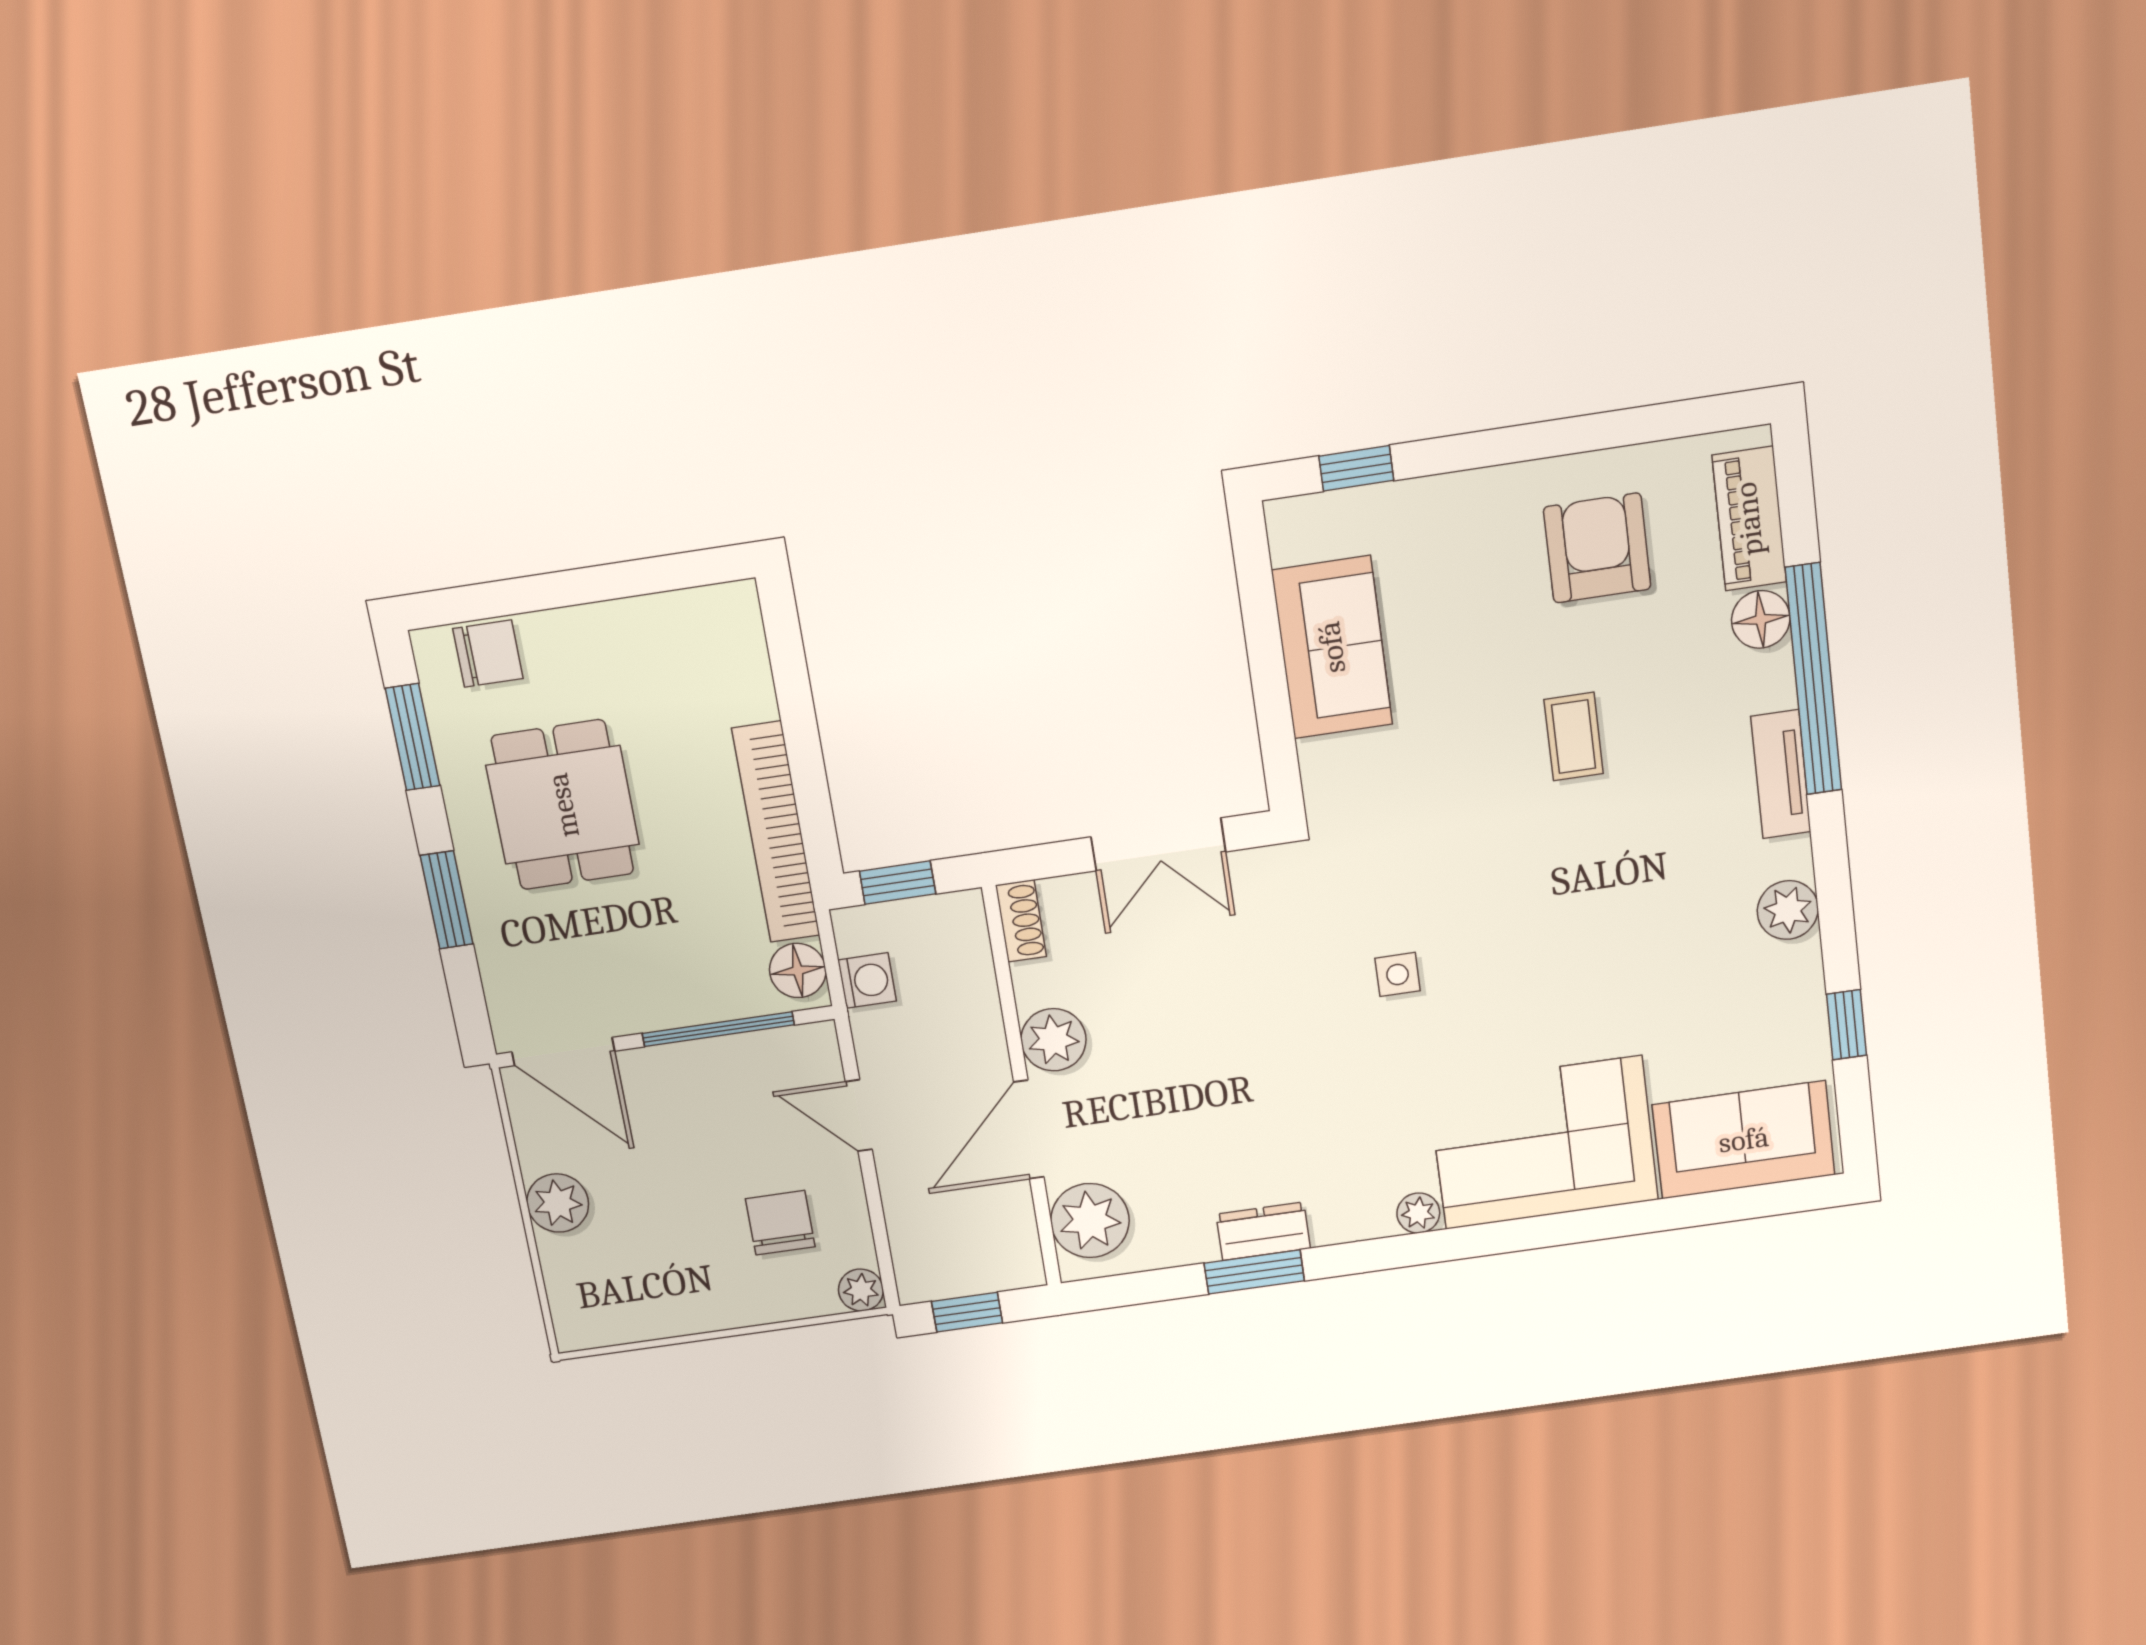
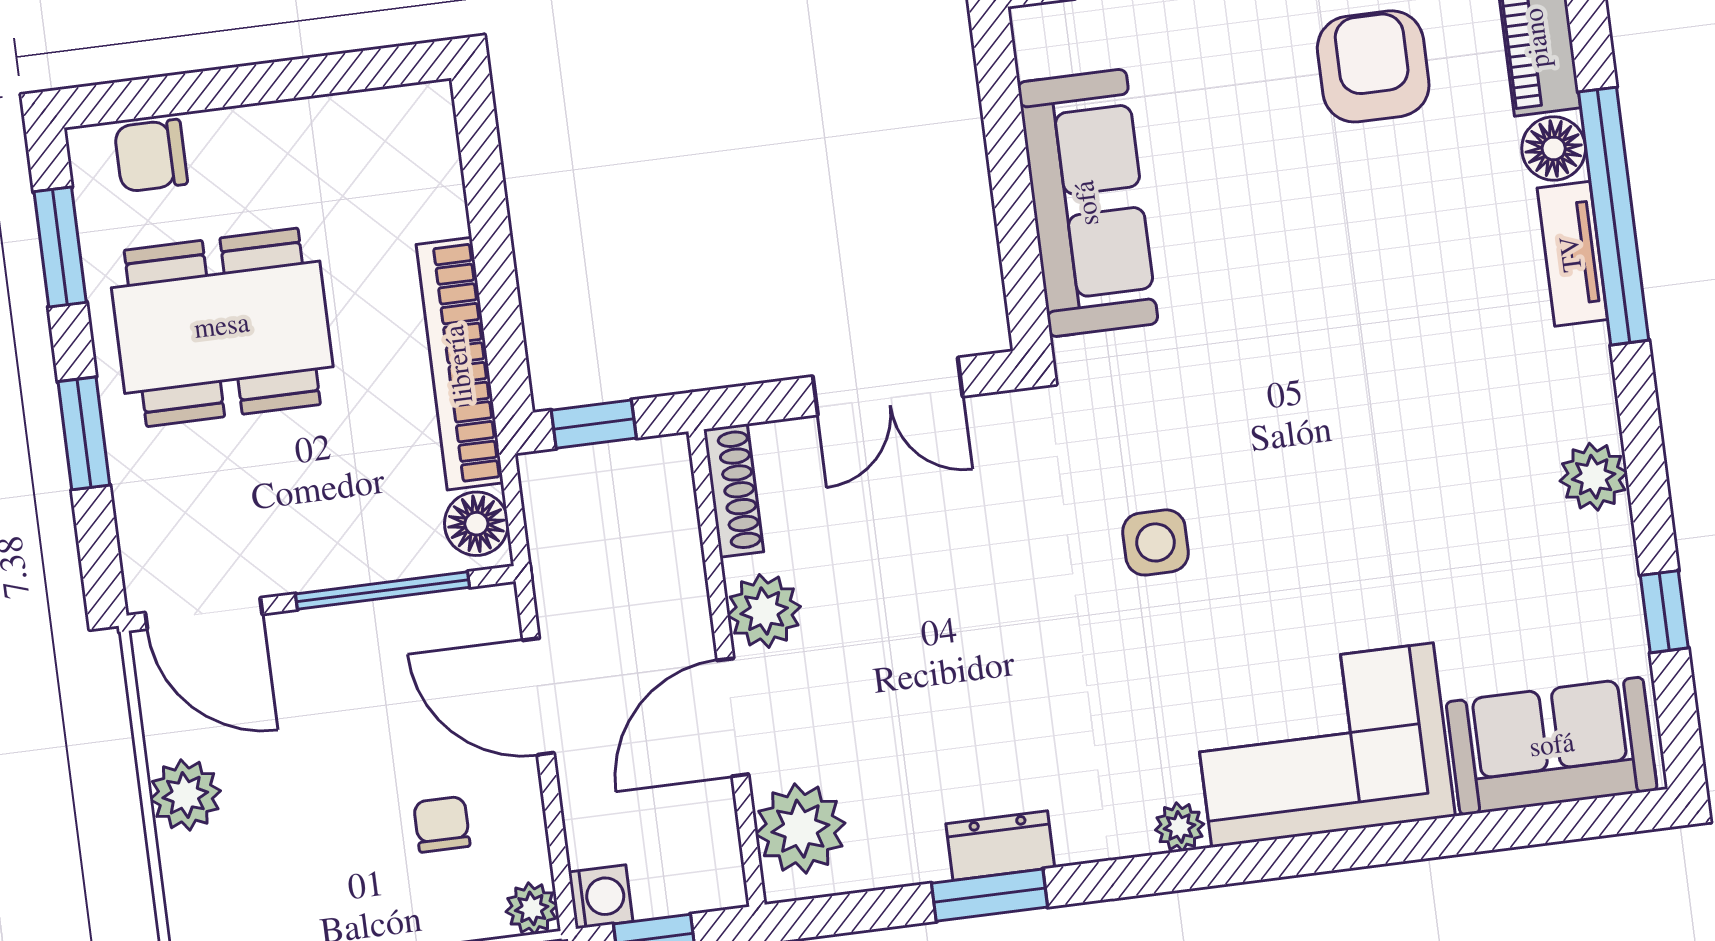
sofa: (1332, 647) -> (1088, 203), width x1.36
chair: (488, 654) -> (151, 156), turned 180
coffee table: (1574, 737) -> (1350, 274), removed
tv unit: (1781, 774) -> (1572, 254), moved
dining table: (563, 805) -> (222, 327), width x1.38
shoe rack: (1021, 921) -> (734, 491), width x1.43
side table: (1398, 974) -> (1156, 542), width x1.37, depth x1.37
washing machine: (867, 981) -> (601, 897), moved
door: (859, 1116) -> (538, 697), width x1.38
chair: (780, 1223) -> (442, 824), width x0.73, depth x0.73

